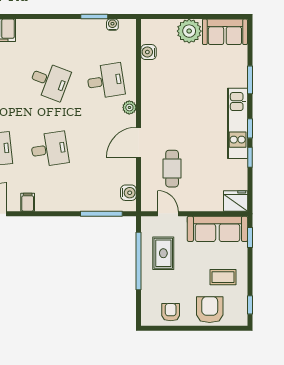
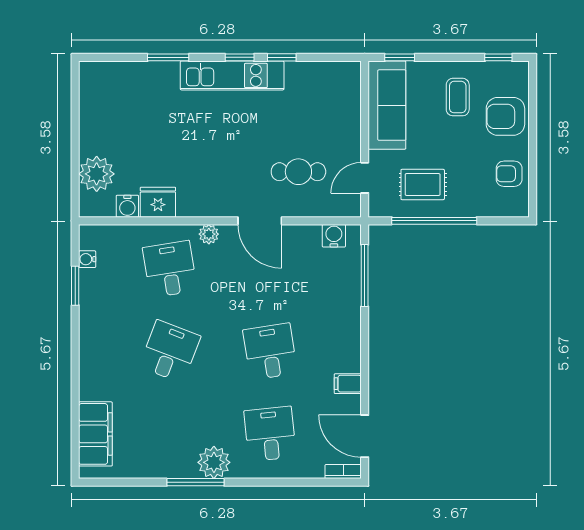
plant: (189, 31) -> (97, 174), moved
sofa: (225, 32) -> (98, 94), removed
fridge: (236, 201) -> (158, 202), moved, turned 90

